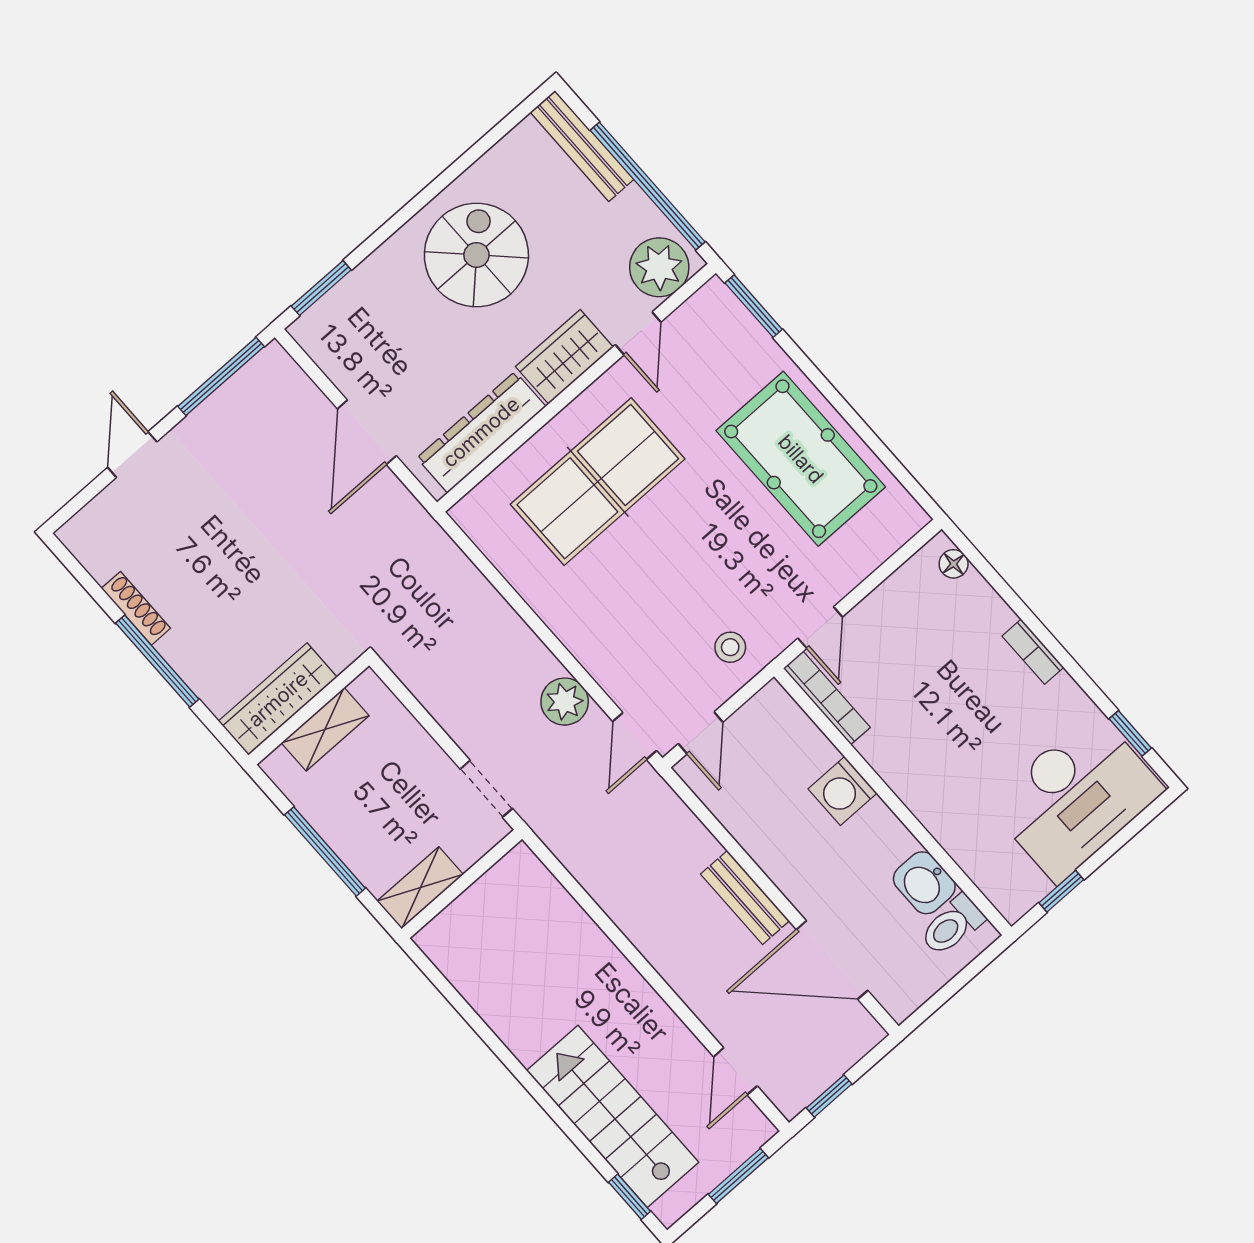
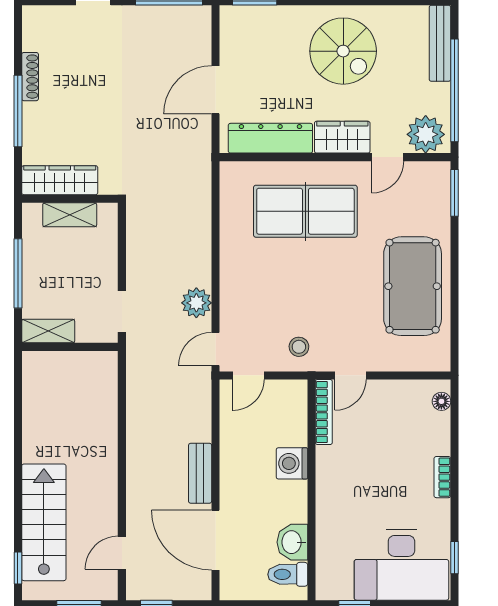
spiral stairs: (476, 255) -> (343, 51), turned 90

